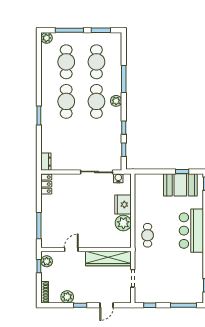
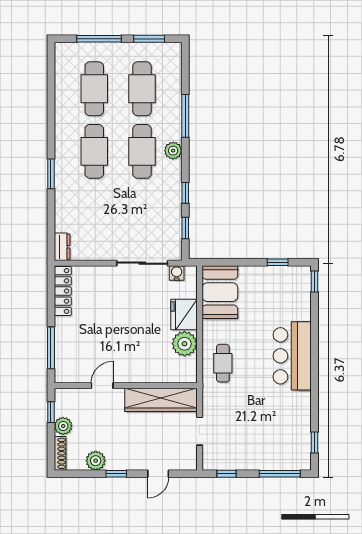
plant: (47, 38) -> (63, 51), removed
locker: (46, 184) -> (63, 291), width x1.53
booth: (180, 185) -> (220, 292), moved, turned 90
plant: (47, 261) -> (63, 426), moved

